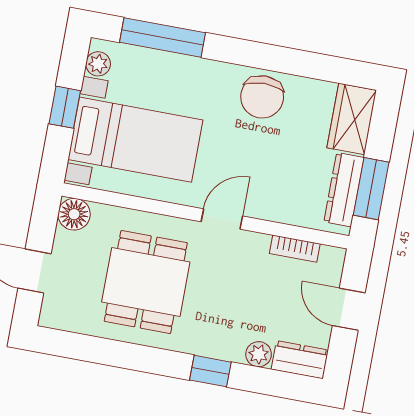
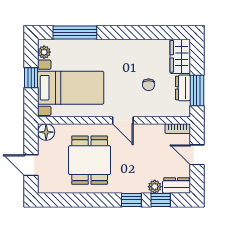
chair: (262, 97) -> (149, 85), moved, width x0.54, depth x0.54
dresser: (344, 190) -> (183, 88), width x0.70
door: (222, 219) -> (123, 120), swing flipped
bookcase: (295, 249) -> (178, 129), moved
window: (265, 381) -> (161, 200), added

